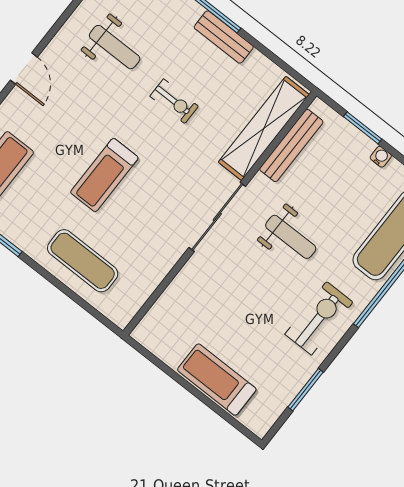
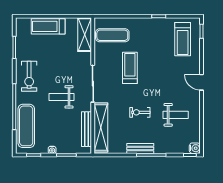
weight bench: (115, 47) -> (176, 115), turned 180
treadmill: (104, 175) -> (130, 68), moved
exercise mat: (83, 261) -> (112, 35), moved
shelving: (164, 315) -> (85, 35), added
treadmill: (217, 380) -> (48, 26), turned 180

